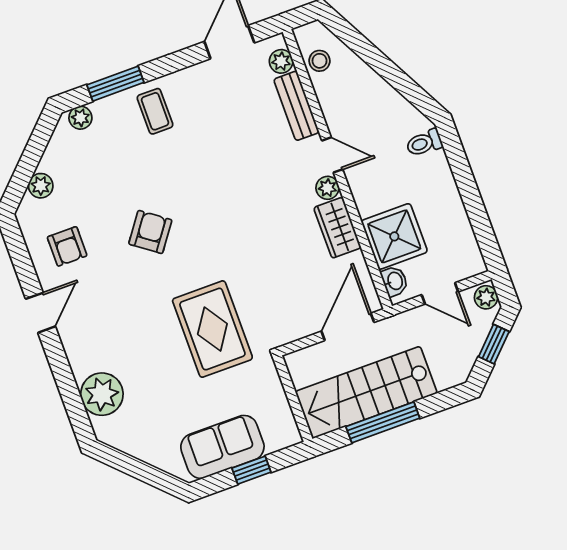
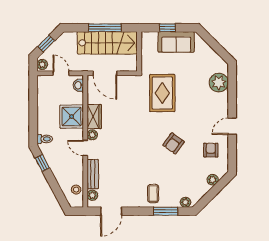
window: (411, 91) -> (42, 163), added
shower: (394, 236) -> (72, 117), moved
door: (348, 327) -> (105, 73), hinge flipped

